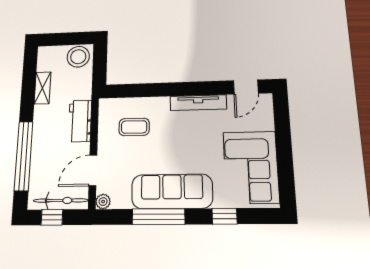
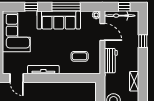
door: (246, 87) -> (17, 78), swing flipped
window: (24, 156) -> (143, 41), width x0.32
door: (93, 170) -> (102, 32), hinge flipped

